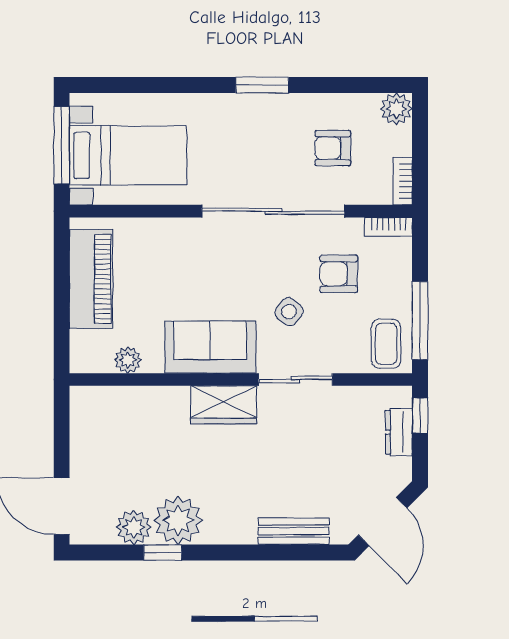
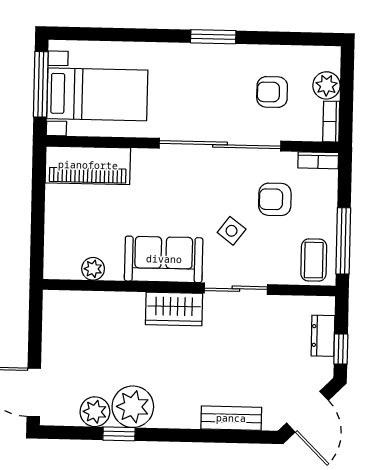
plant: (396, 109) -> (326, 85), moved
piano: (91, 279) -> (88, 165), moved, turned 90
window: (420, 415) -> (341, 349), moved

